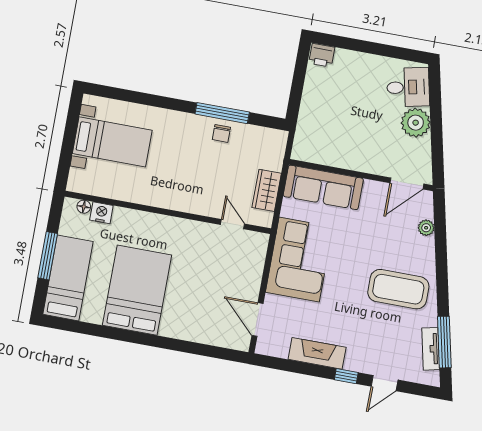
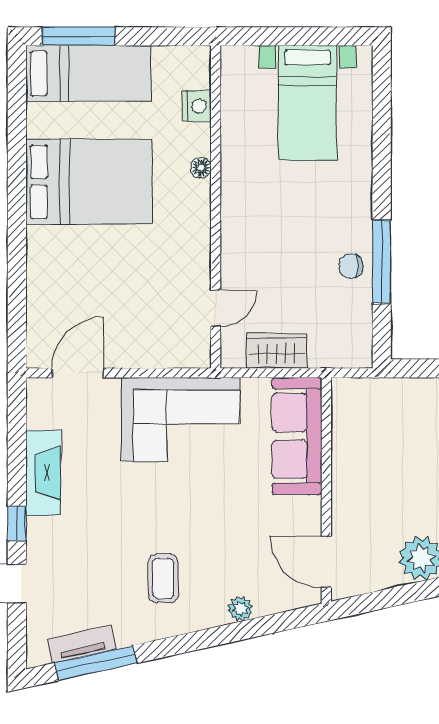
floor lamp: (84, 207) -> (201, 168), moved
plant: (426, 228) -> (240, 609), moved
window: (48, 256) -> (79, 36), moved
coffee table: (398, 289) -> (163, 578), width x0.54, depth x0.58

